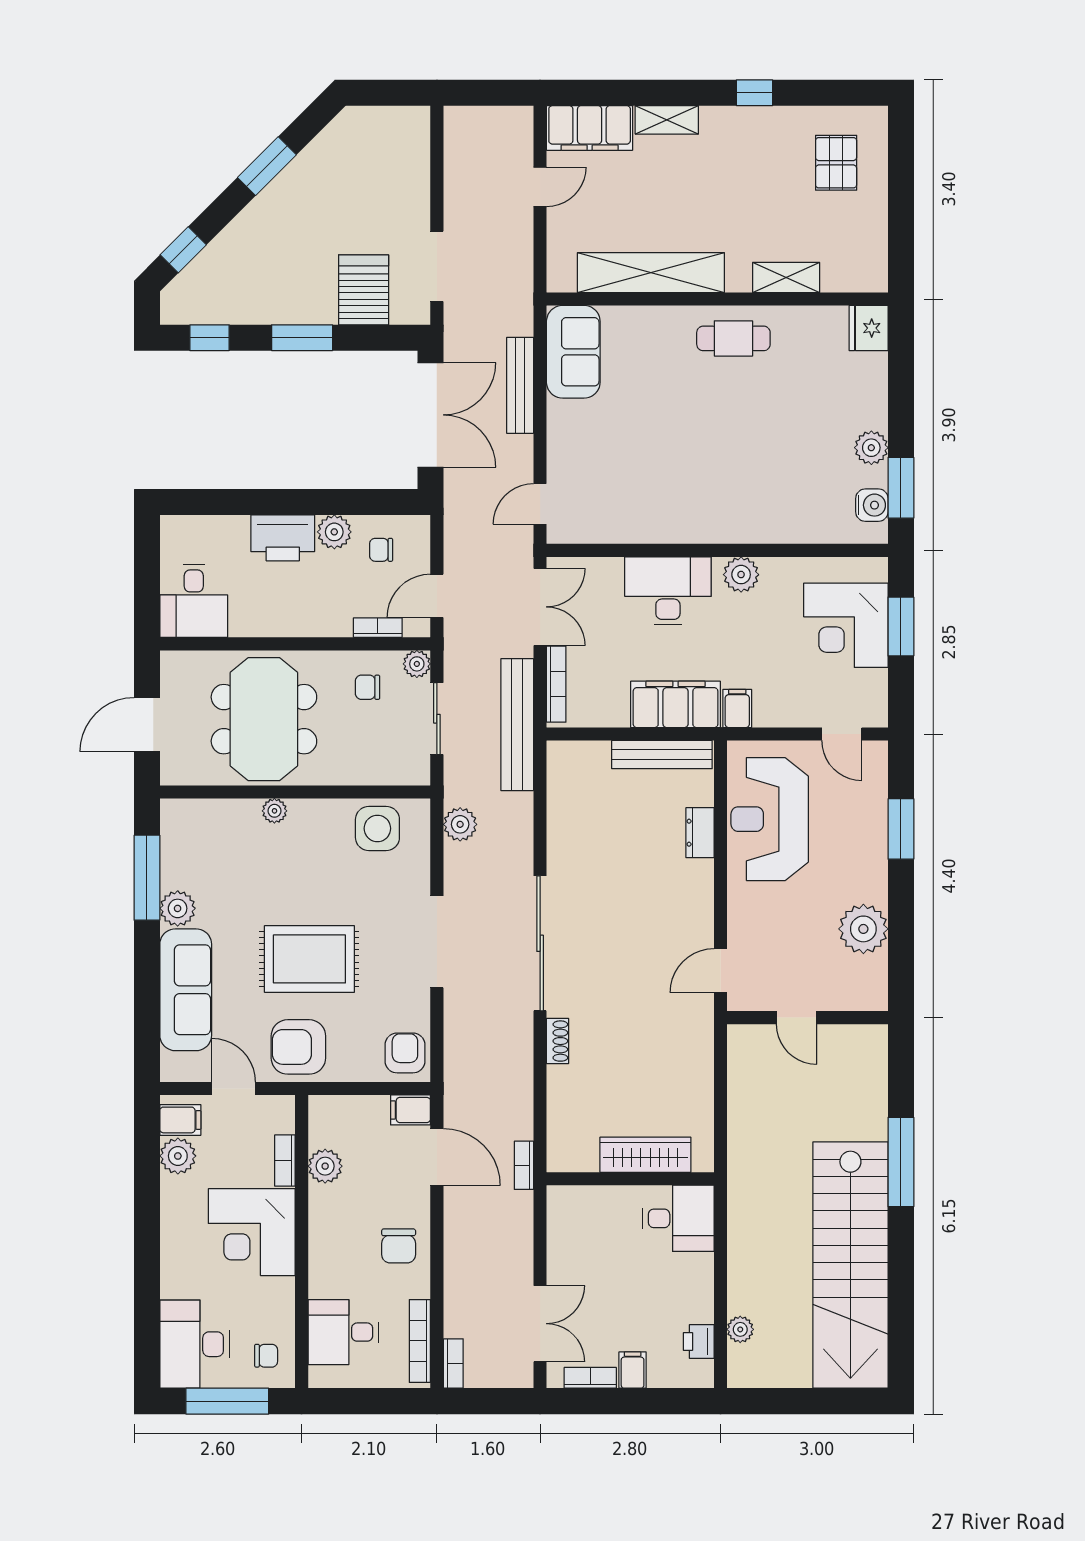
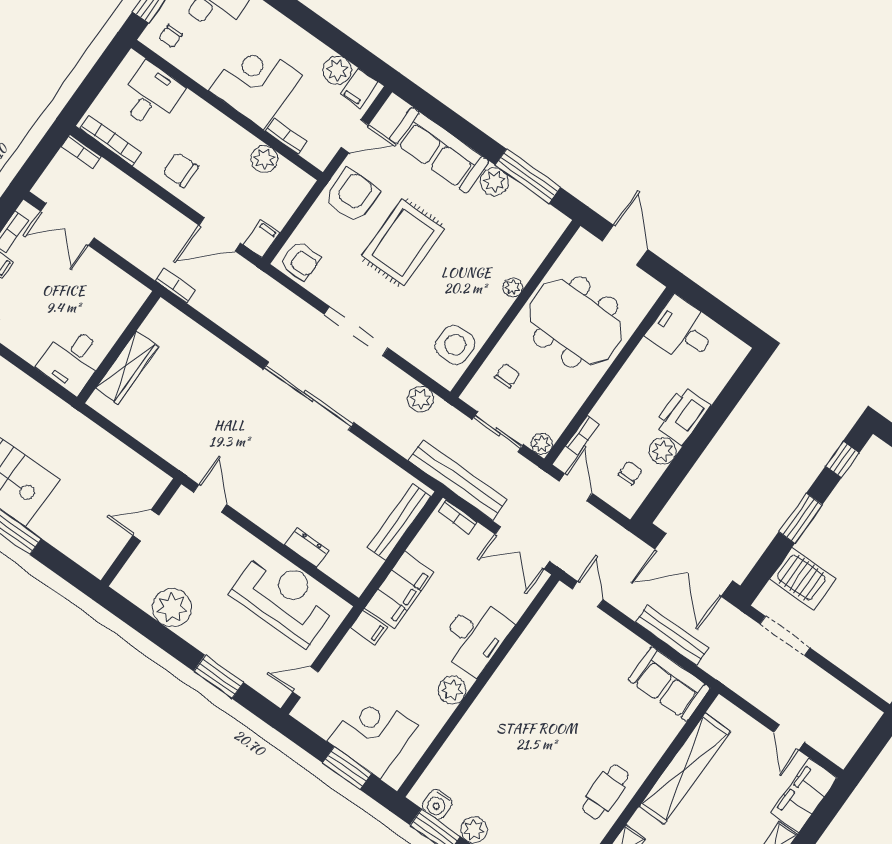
bookcase: (556, 684) -> (457, 517), width x0.64
chair: (368, 687) -> (507, 376), moved
bench: (662, 755) -> (400, 522), moved
shoe rack: (558, 1041) -> (239, 363), removed

